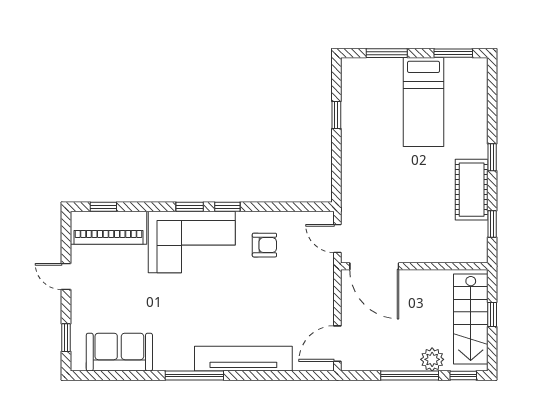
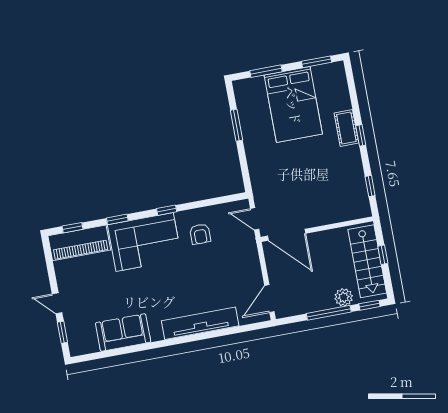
bed: (423, 102) -> (293, 105), width x1.50
window: (336, 115) -> (236, 125), width x1.50
cot: (472, 190) -> (346, 128), moved, width x0.73, depth x0.75
window: (190, 207) -> (117, 219), moved
armchair: (264, 245) -> (200, 234), turned 90
door: (66, 277) -> (57, 303), moved
sofa: (119, 352) -> (123, 332), moved
window: (194, 376) -> (165, 343), removed

